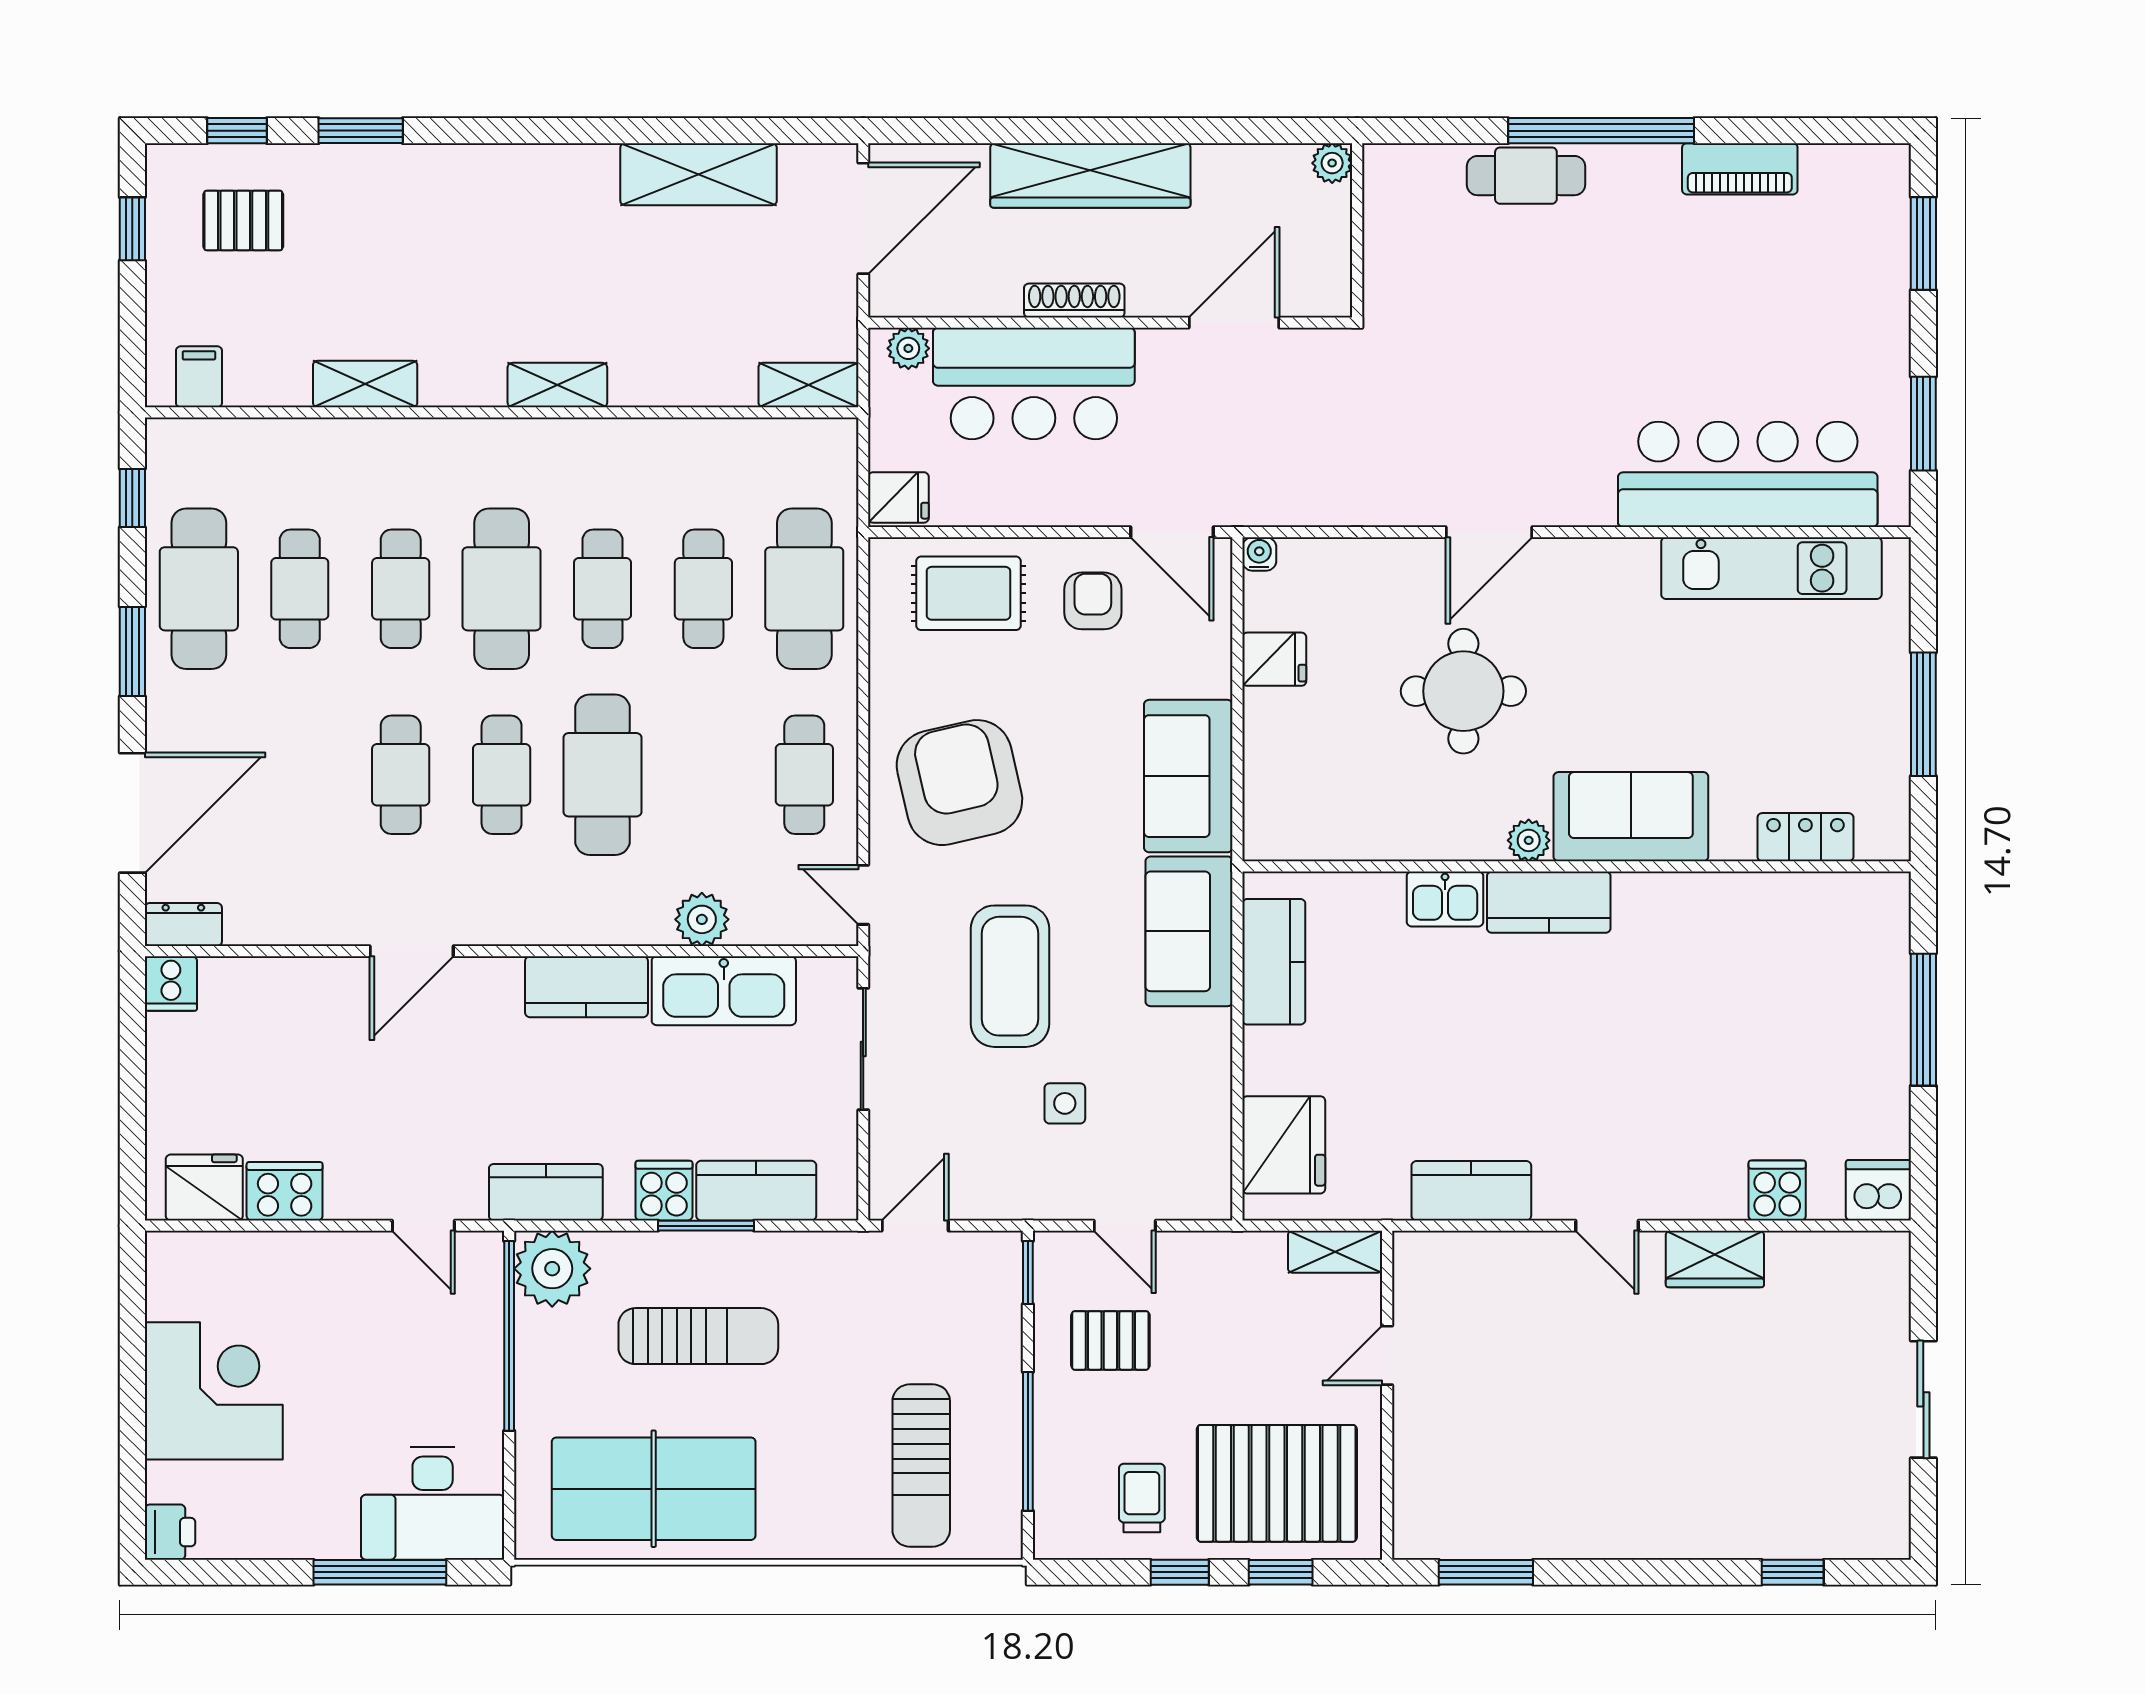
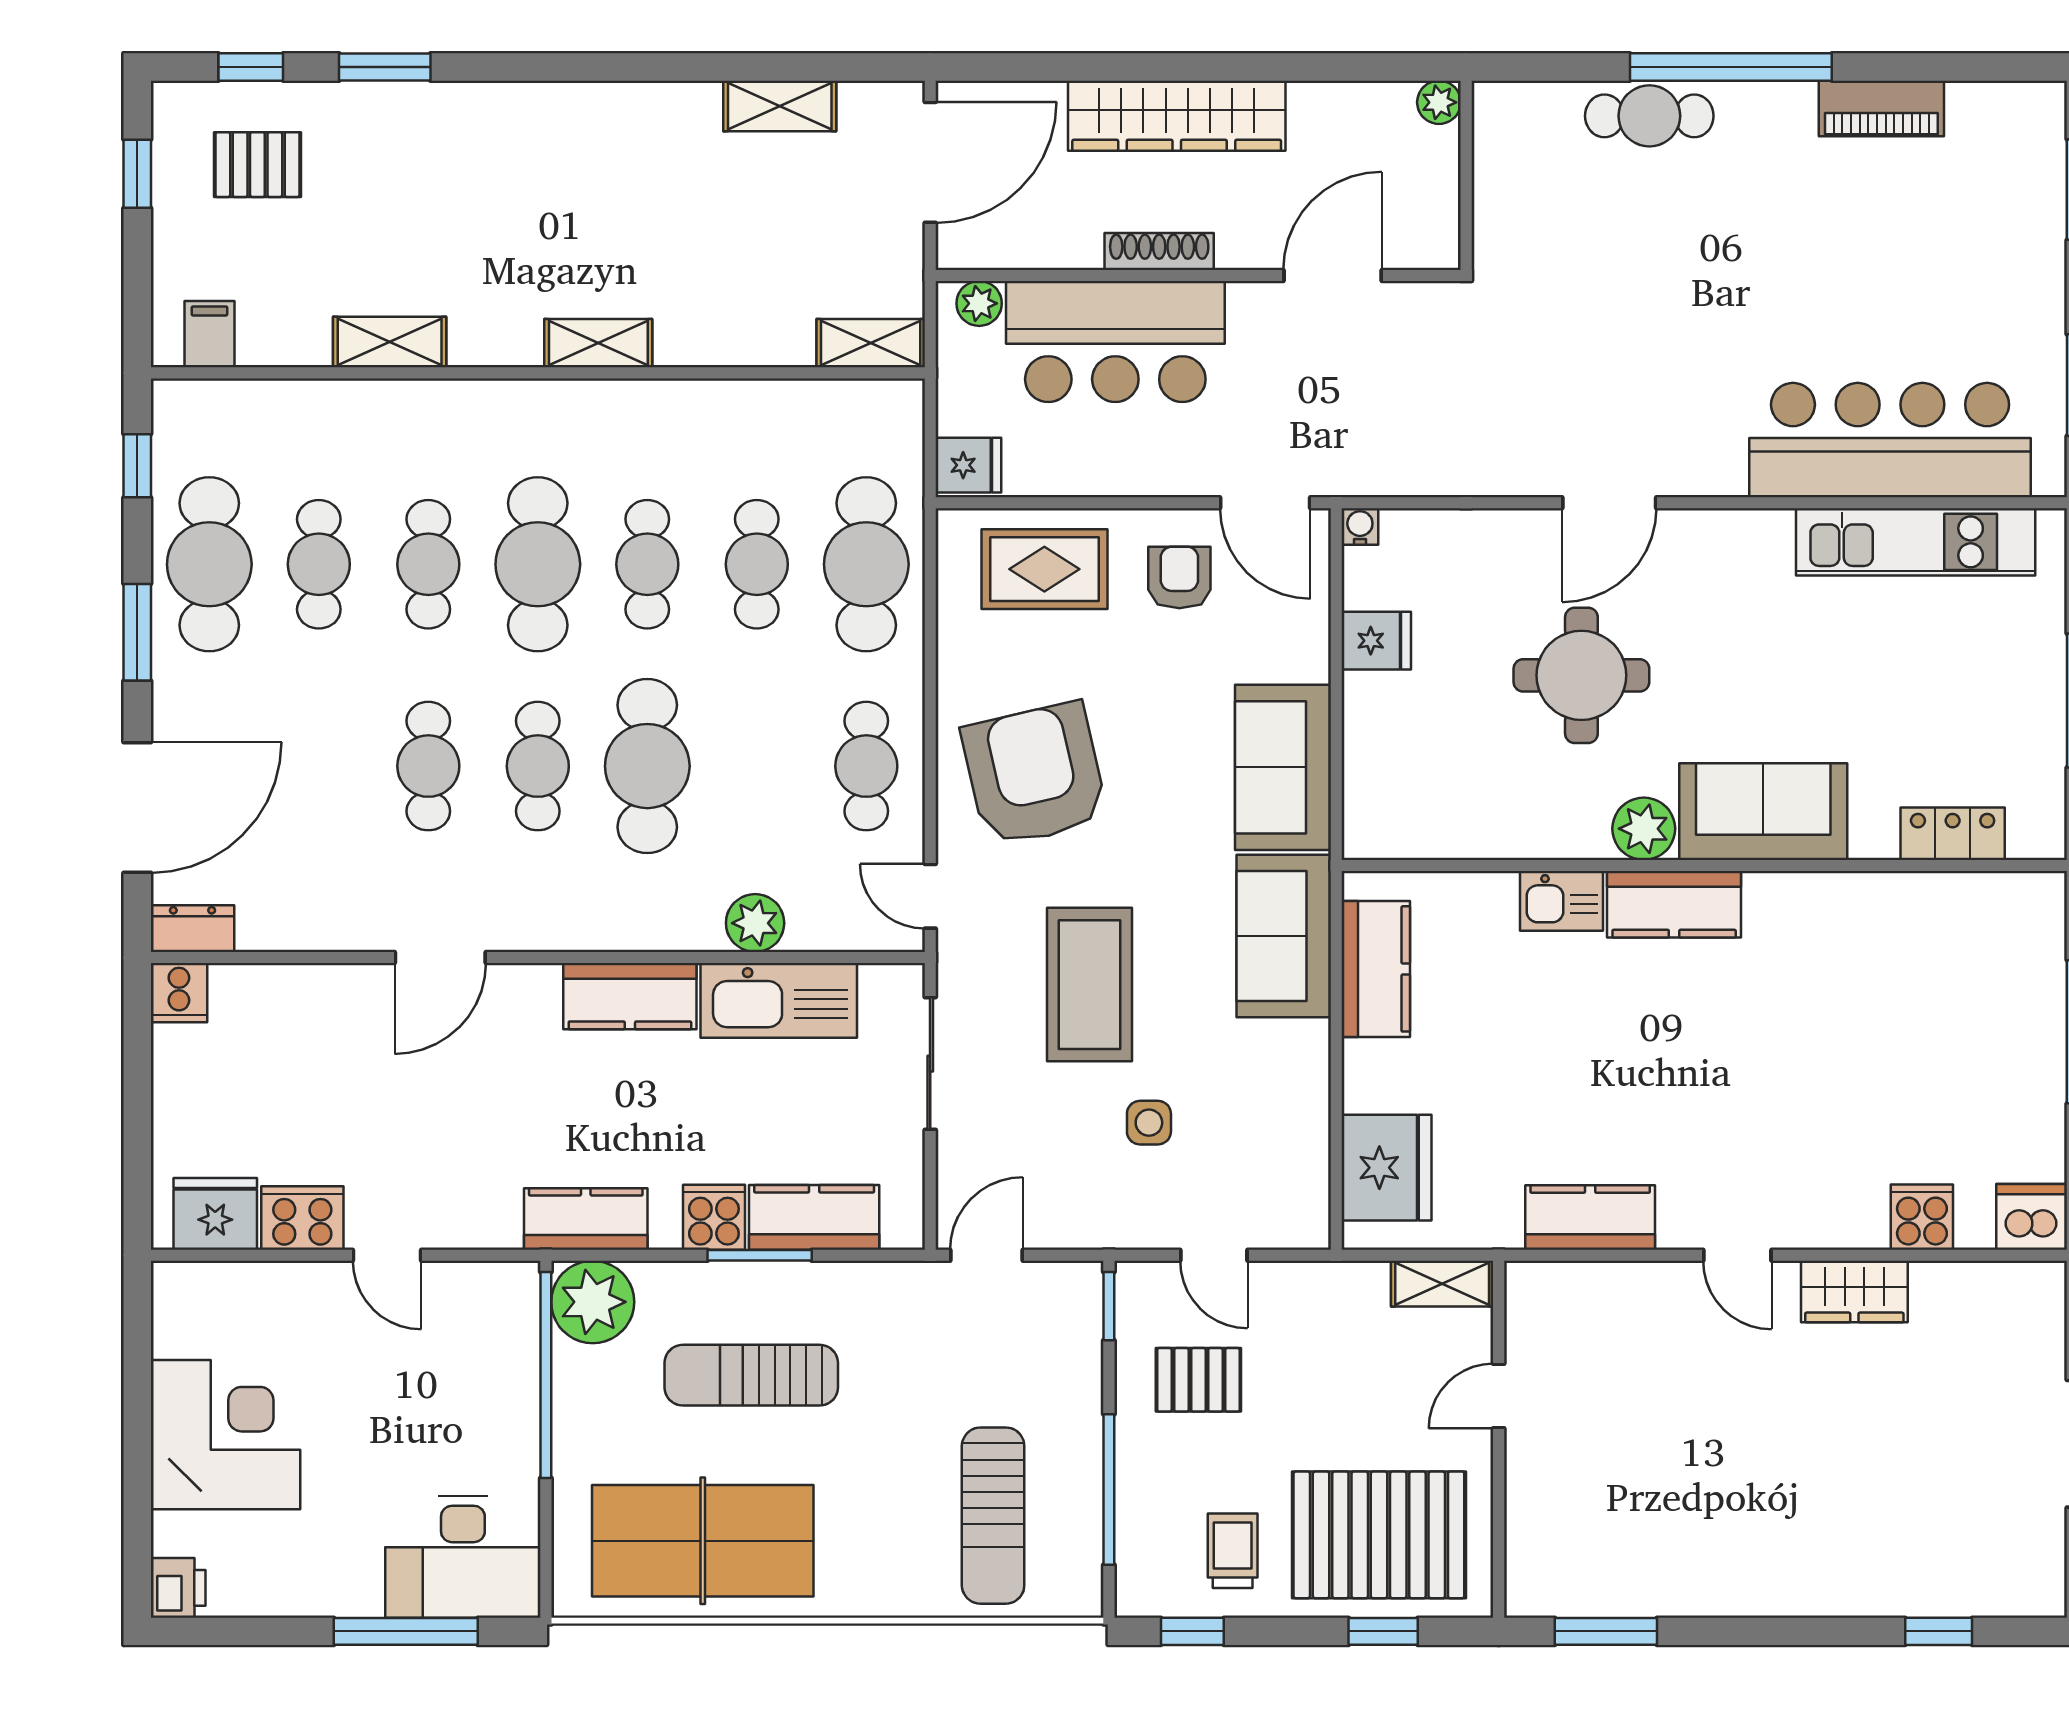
shelving: (699, 174) -> (780, 106), width x0.67, depth x0.75
plant: (1529, 840) -> (1644, 829), width x1.38, depth x1.38
door: (423, 1226) -> (387, 1255), moved
sun lounger: (698, 1336) -> (751, 1375), turned 180
window: (1180, 1572) -> (1192, 1631), moved

